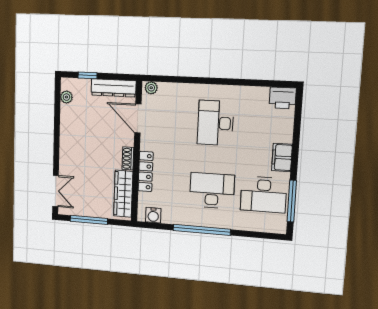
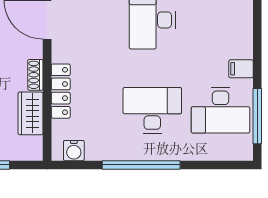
filing cabinet: (282, 157) -> (241, 69), width x0.50
wardrobe: (123, 194) -> (31, 113), width x0.67

